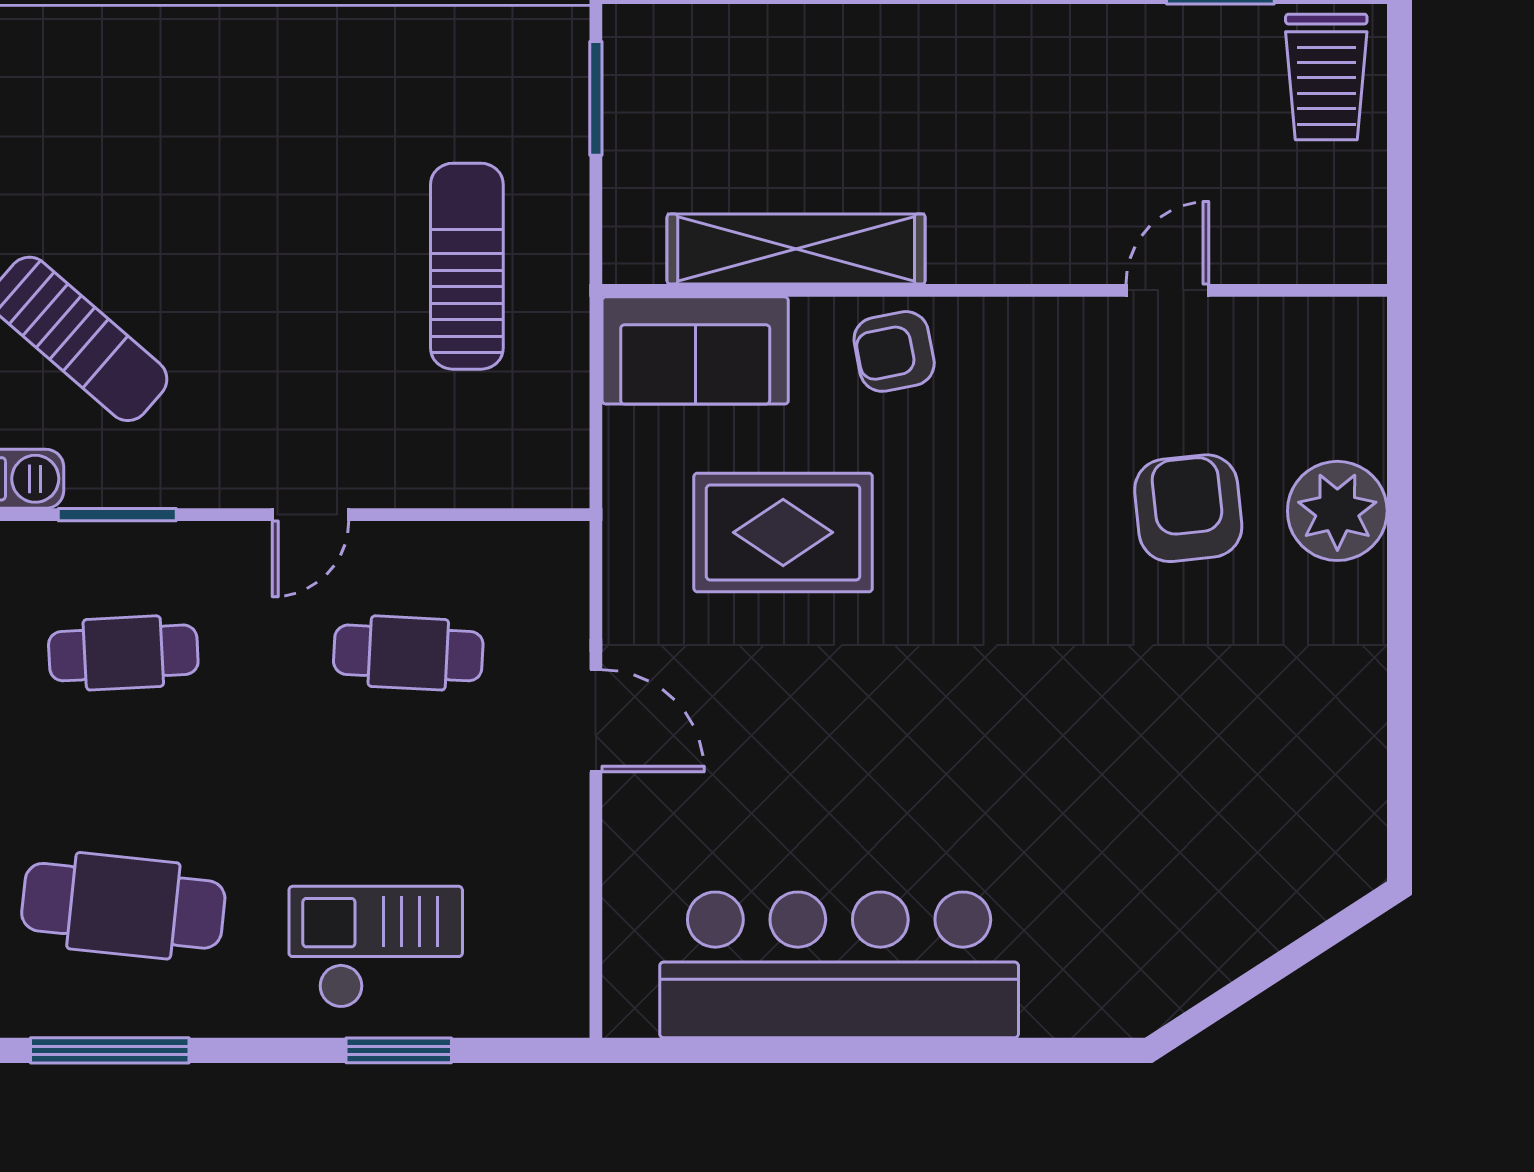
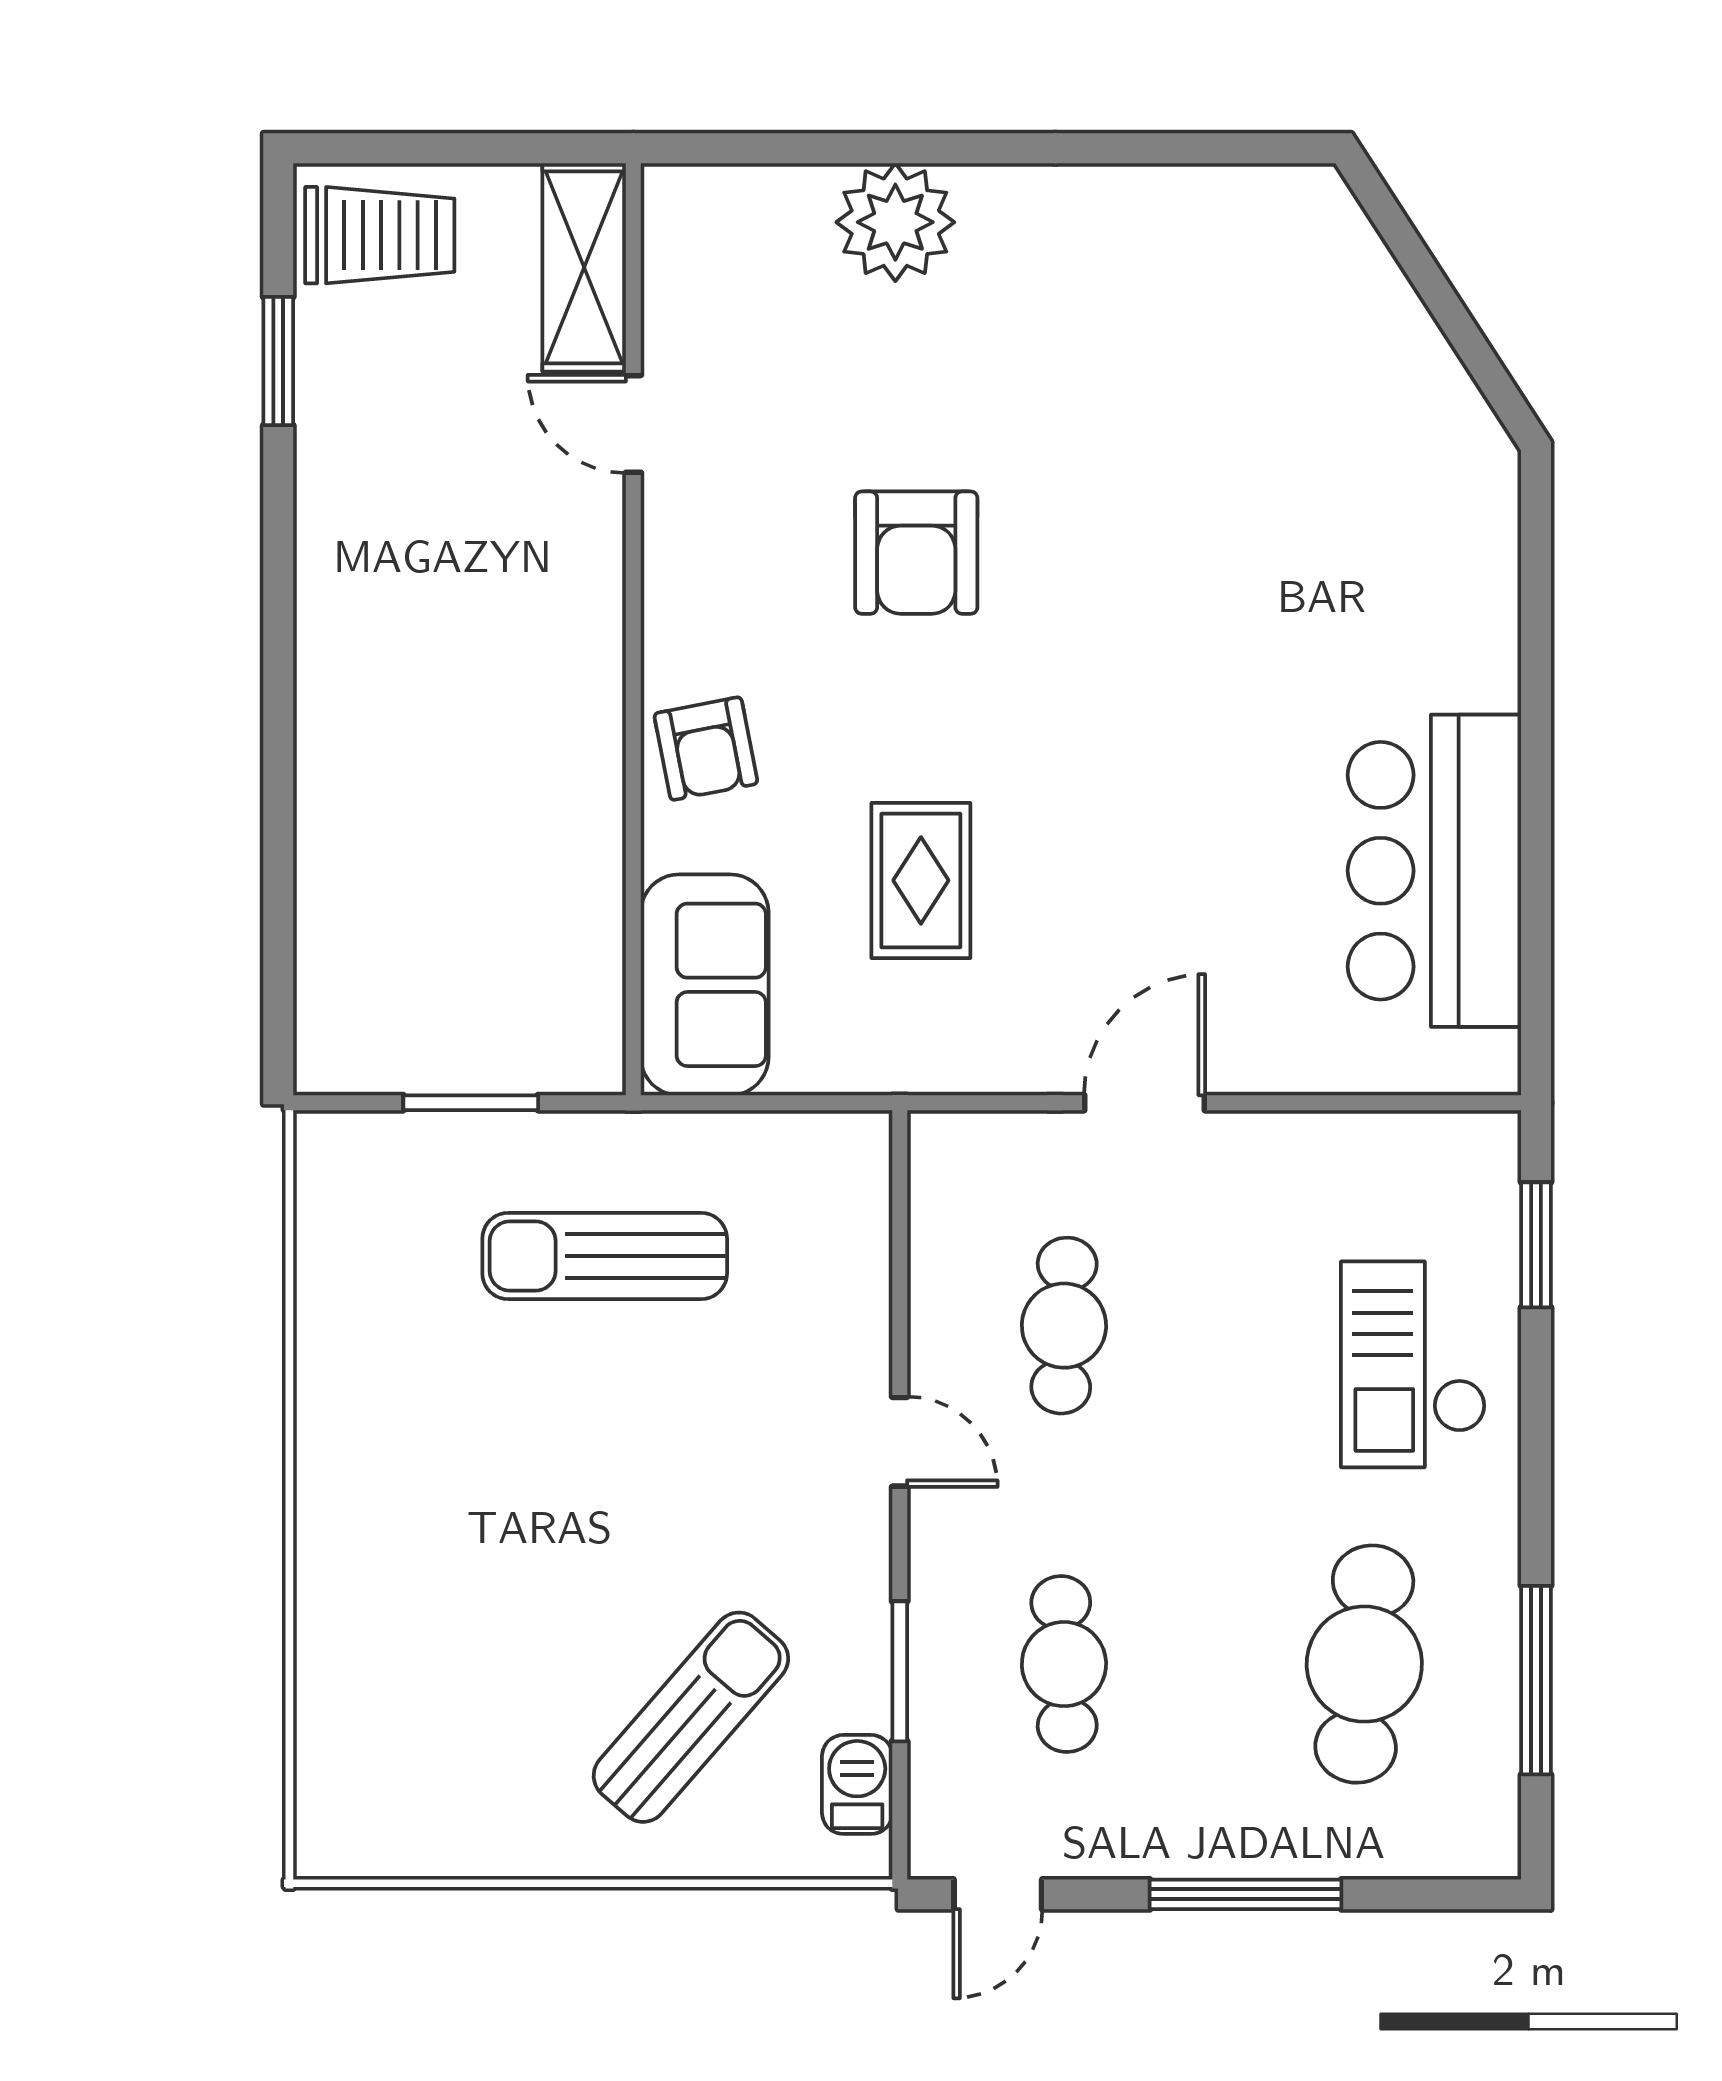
window: (596, 98) -> (471, 1103), moved
shelving: (796, 249) -> (584, 267), moved, width x0.68
armchair: (1188, 508) -> (916, 553), moved, turned -84
rug: (783, 532) -> (921, 880), width x0.73, depth x0.70
bar counter: (839, 965) -> (1434, 871), width x0.73
window: (399, 1050) -> (1536, 1245), moved

